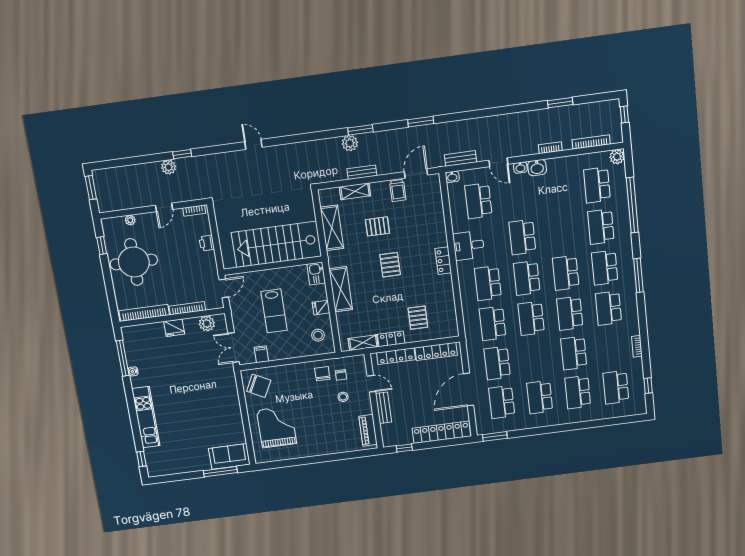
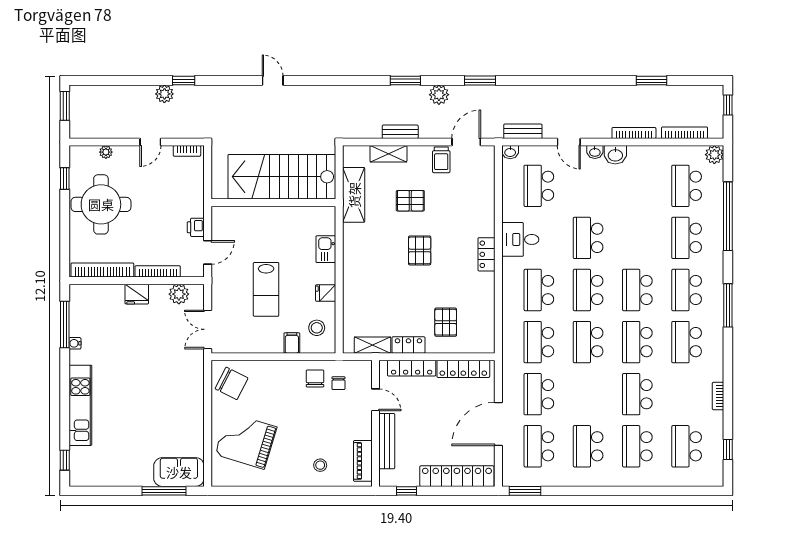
plant: (350, 143) -> (439, 95), moved
bookcase: (550, 148) -> (634, 133), width x1.56
printer: (207, 243) -> (196, 227), moved
stairs: (276, 244) -> (282, 177), moved
wall: (273, 266) -> (273, 203), moved
shelving: (341, 289) -> (354, 273), removed
filing cabinet: (261, 354) -> (292, 343), moved
stool: (343, 397) -> (320, 465), moved
bench: (383, 408) -> (387, 441), width x1.36
grand piano: (277, 427) -> (246, 441), turned -73

